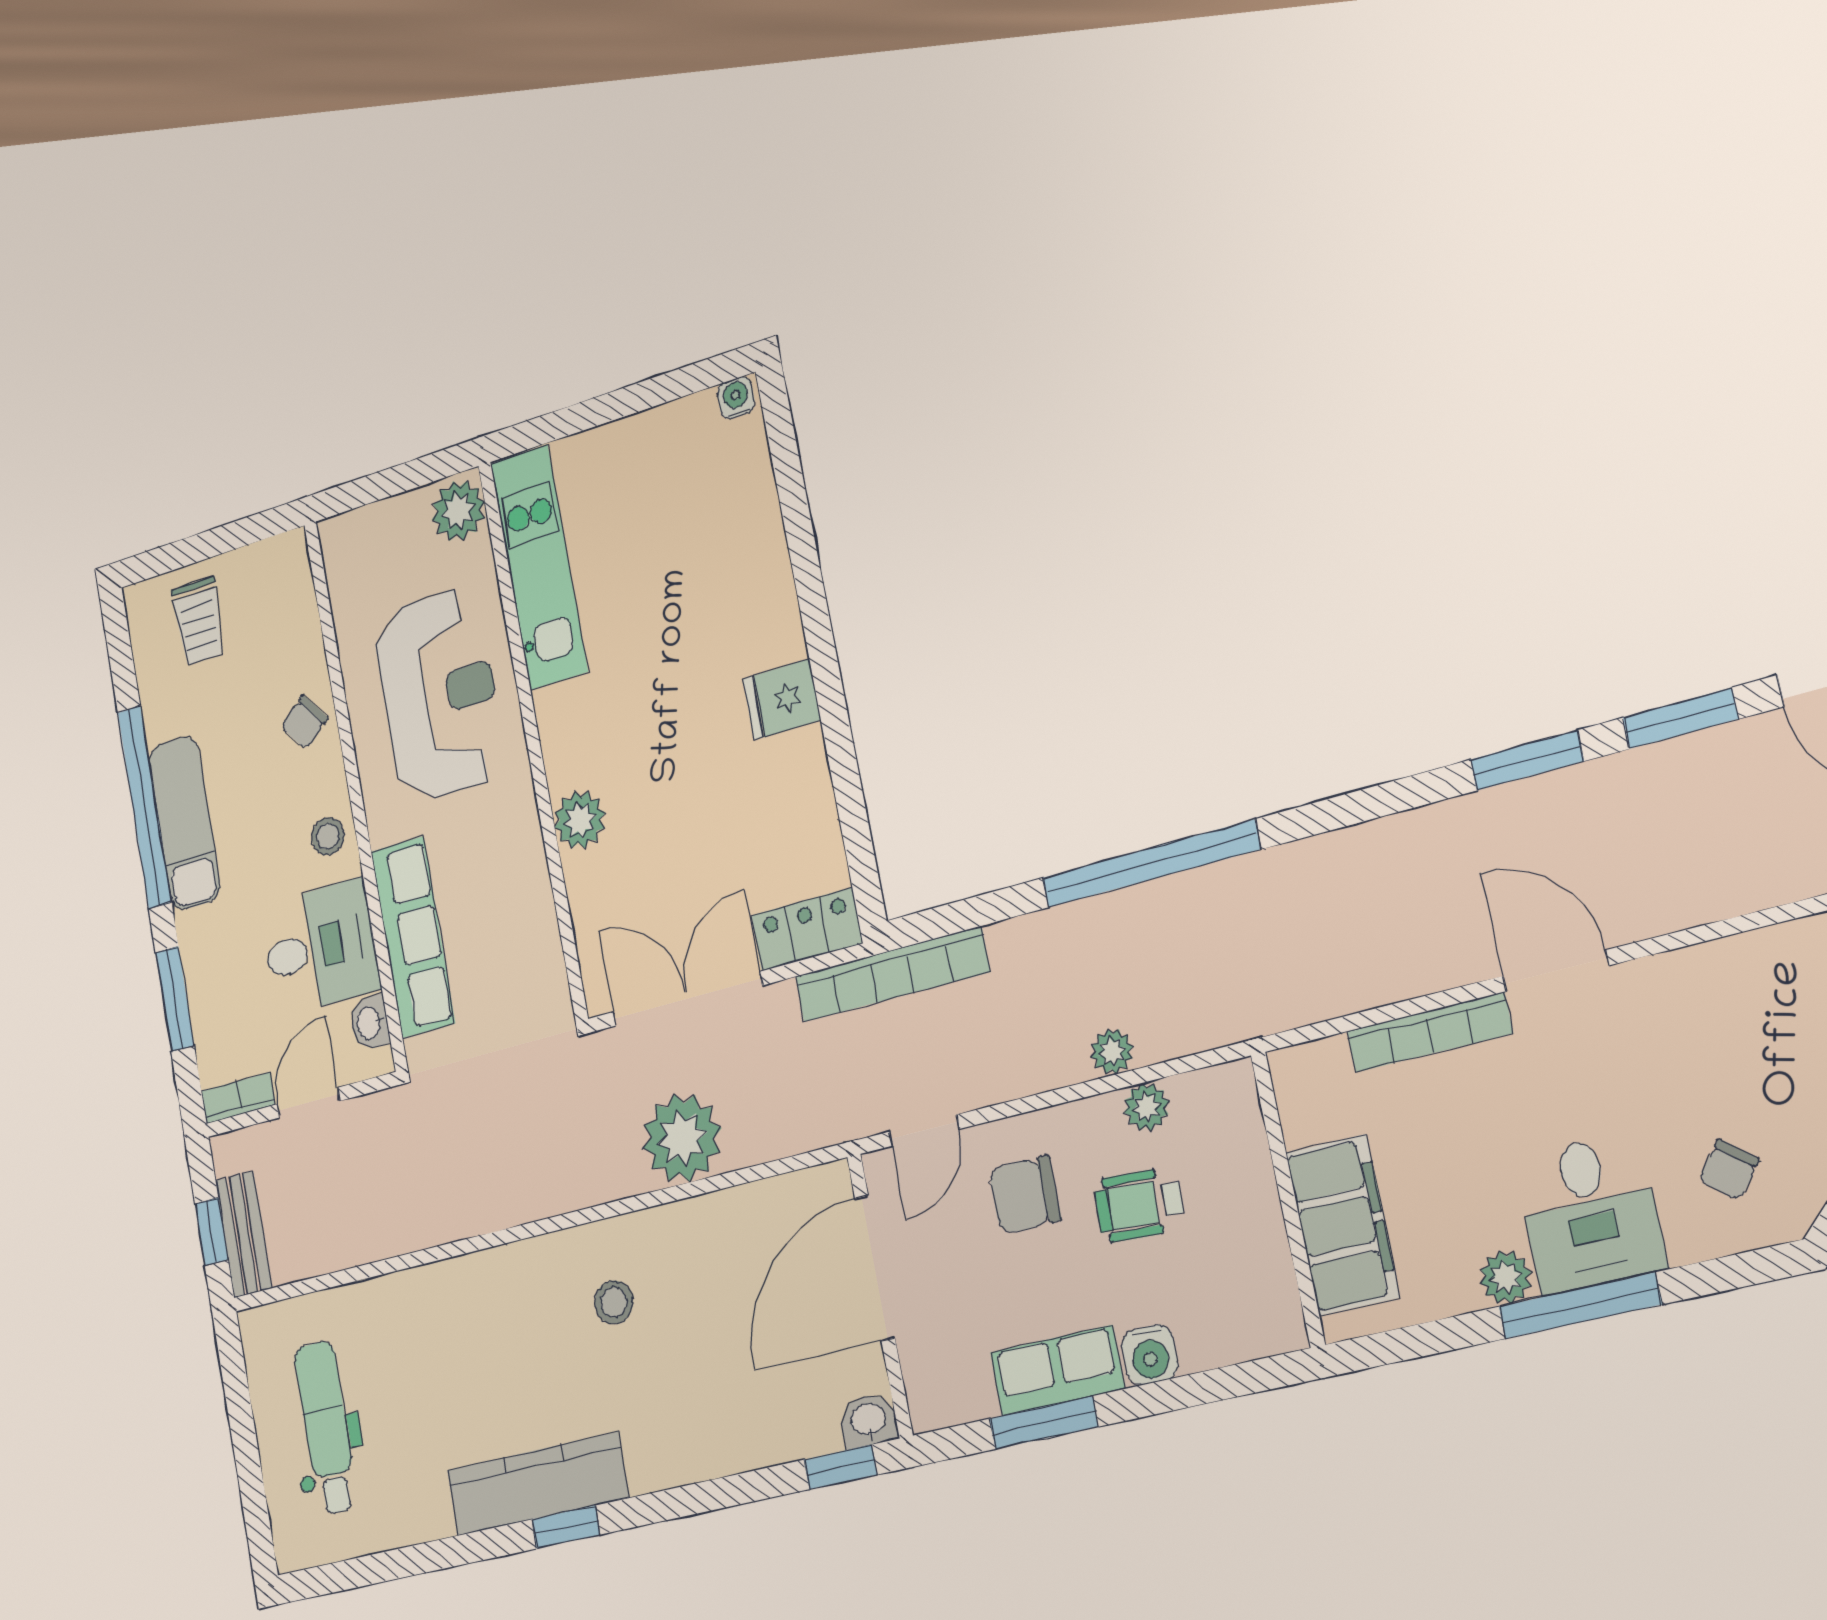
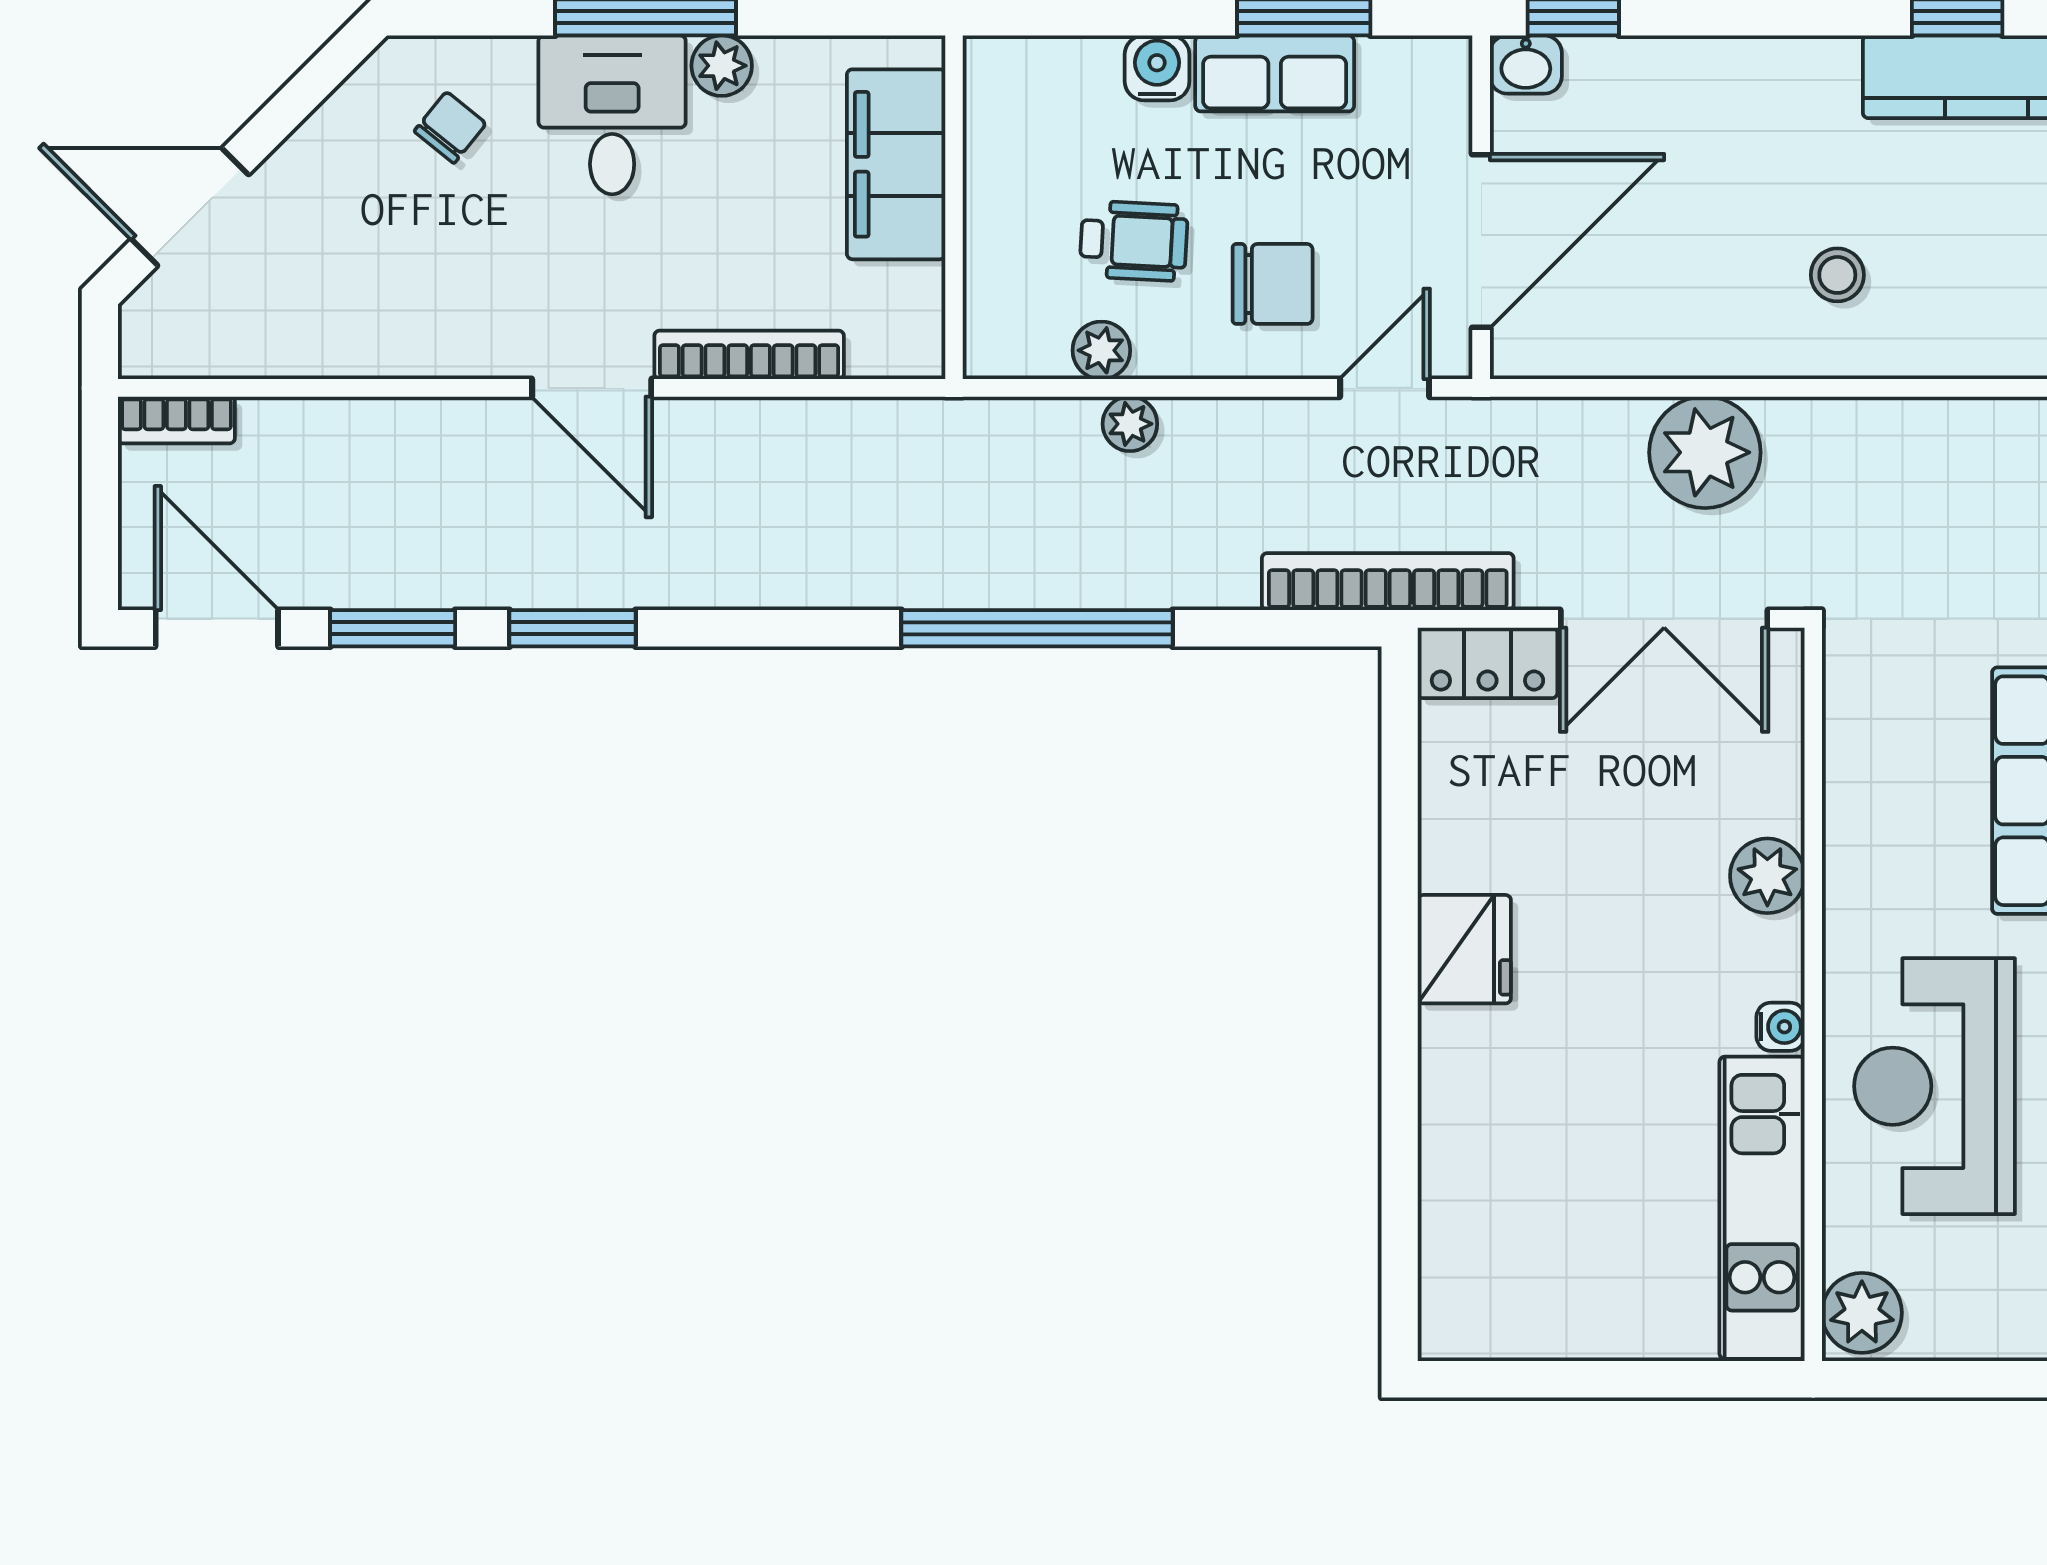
water cooler: (736, 398) -> (1781, 1027), moved, turned -90
fridge: (782, 699) -> (1464, 949), width x1.38

